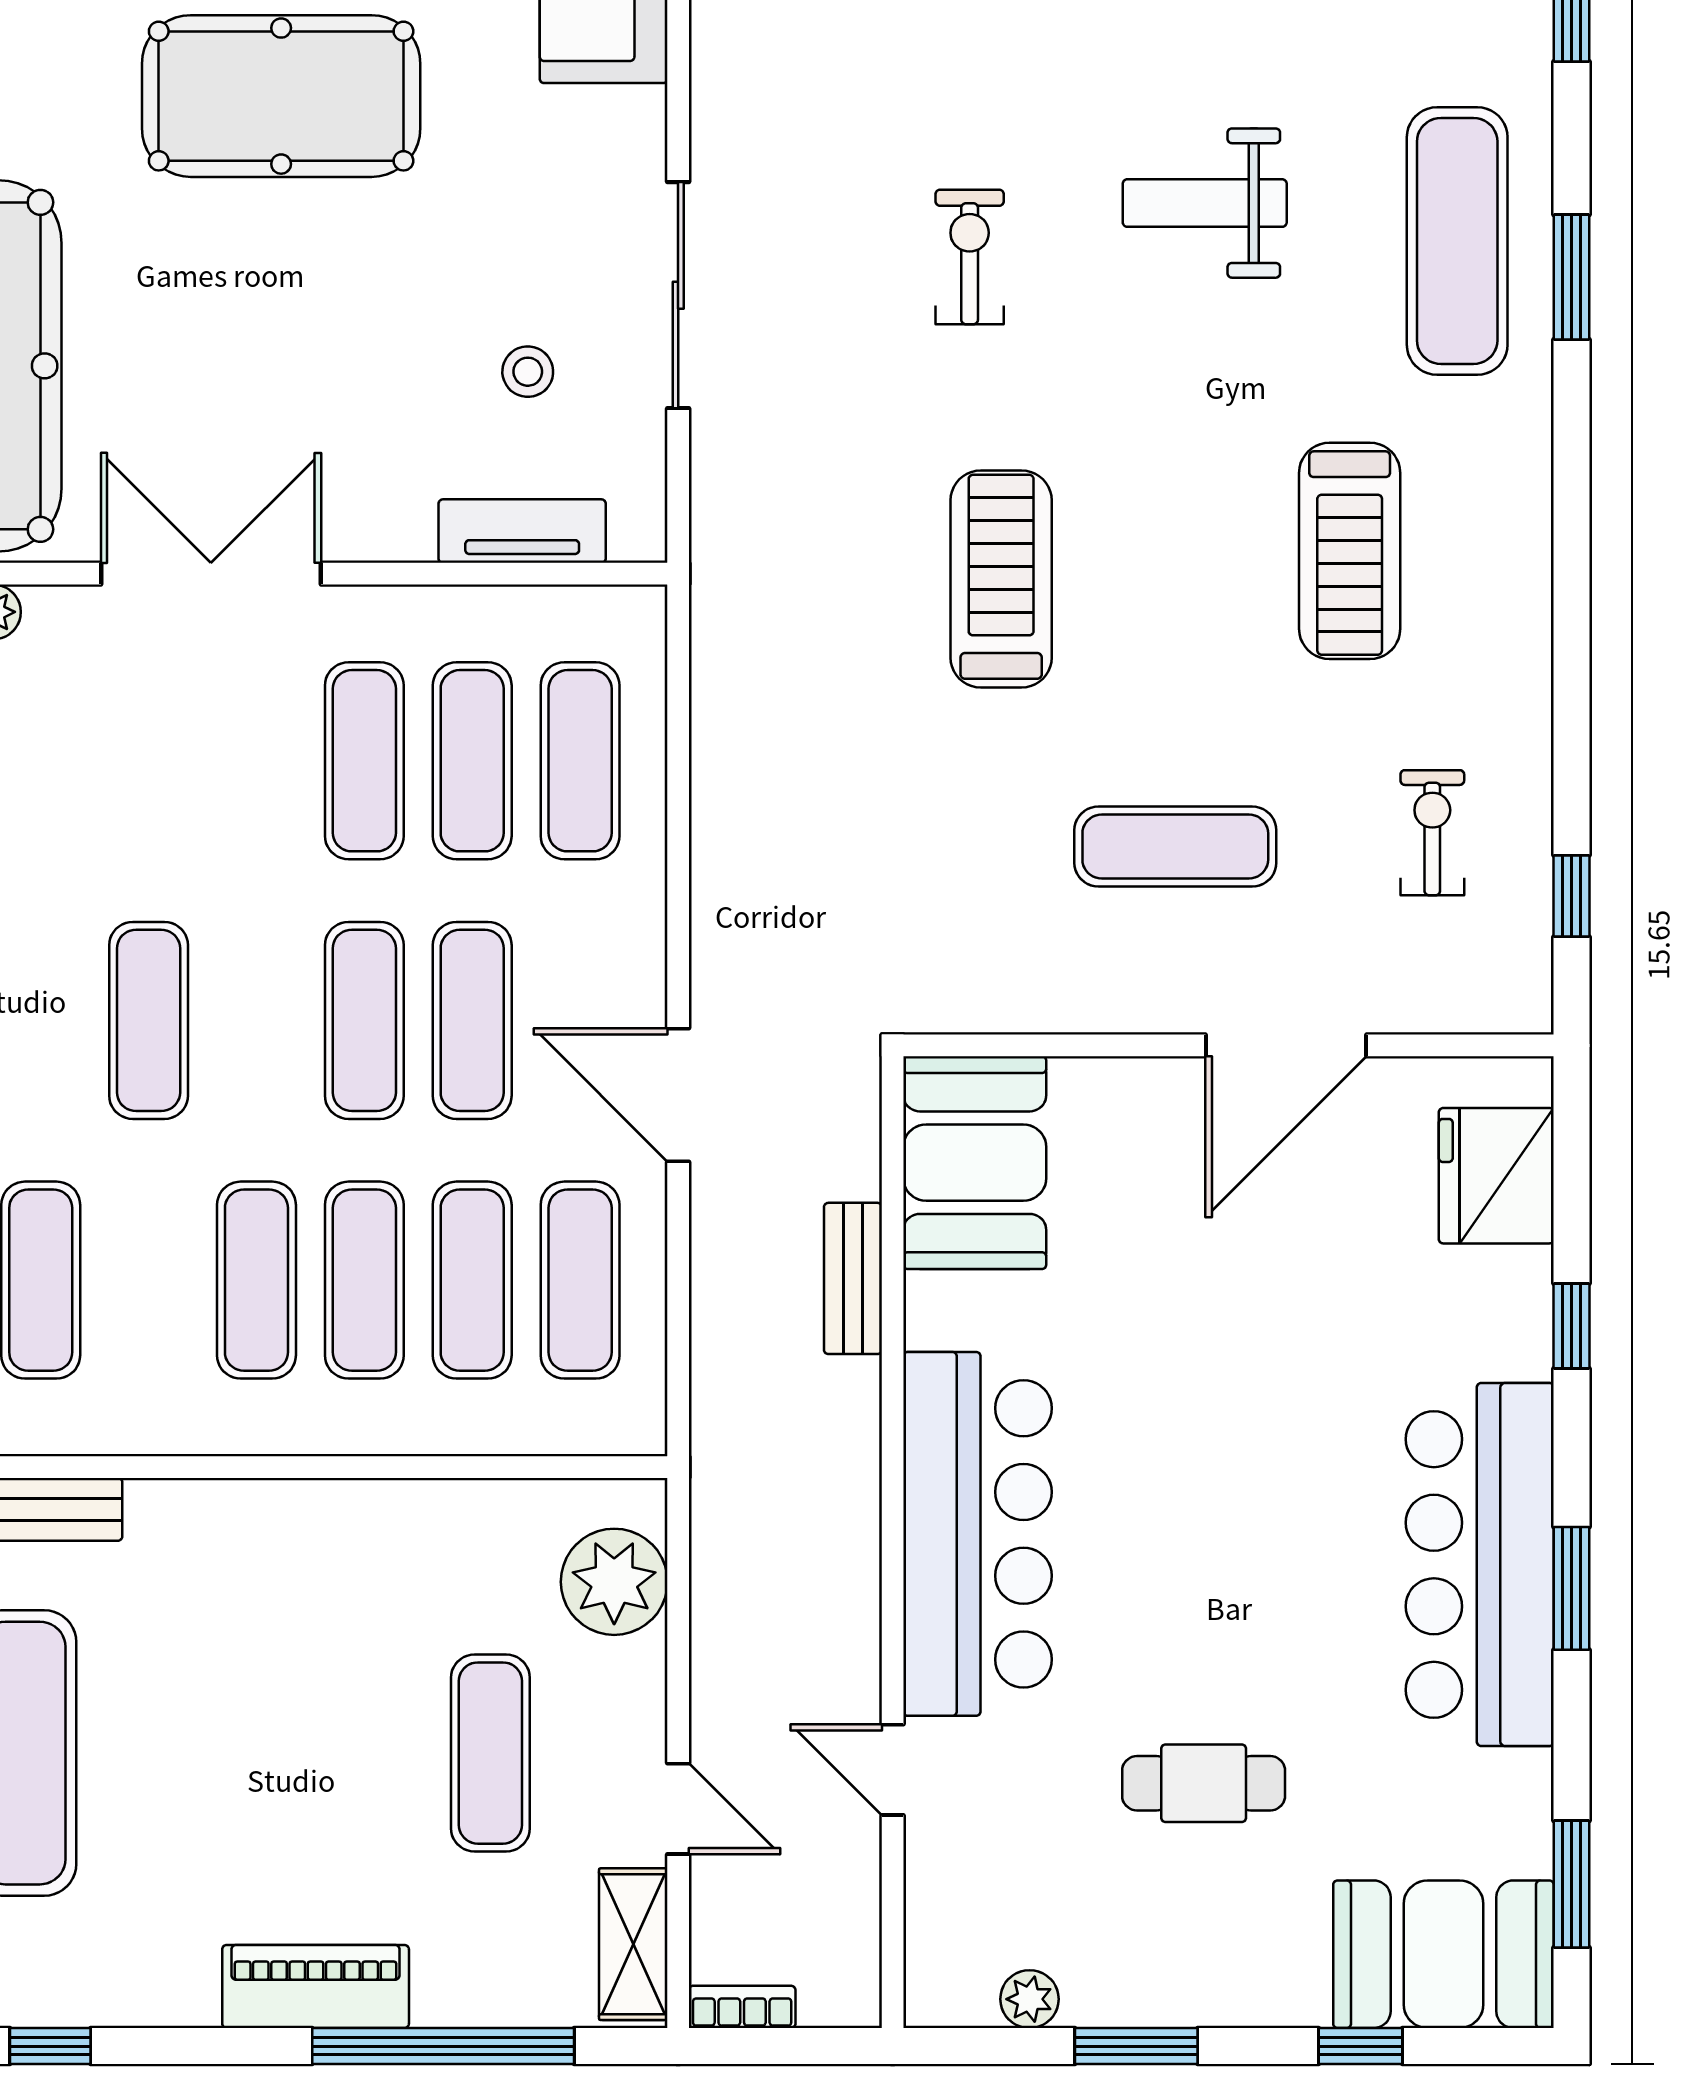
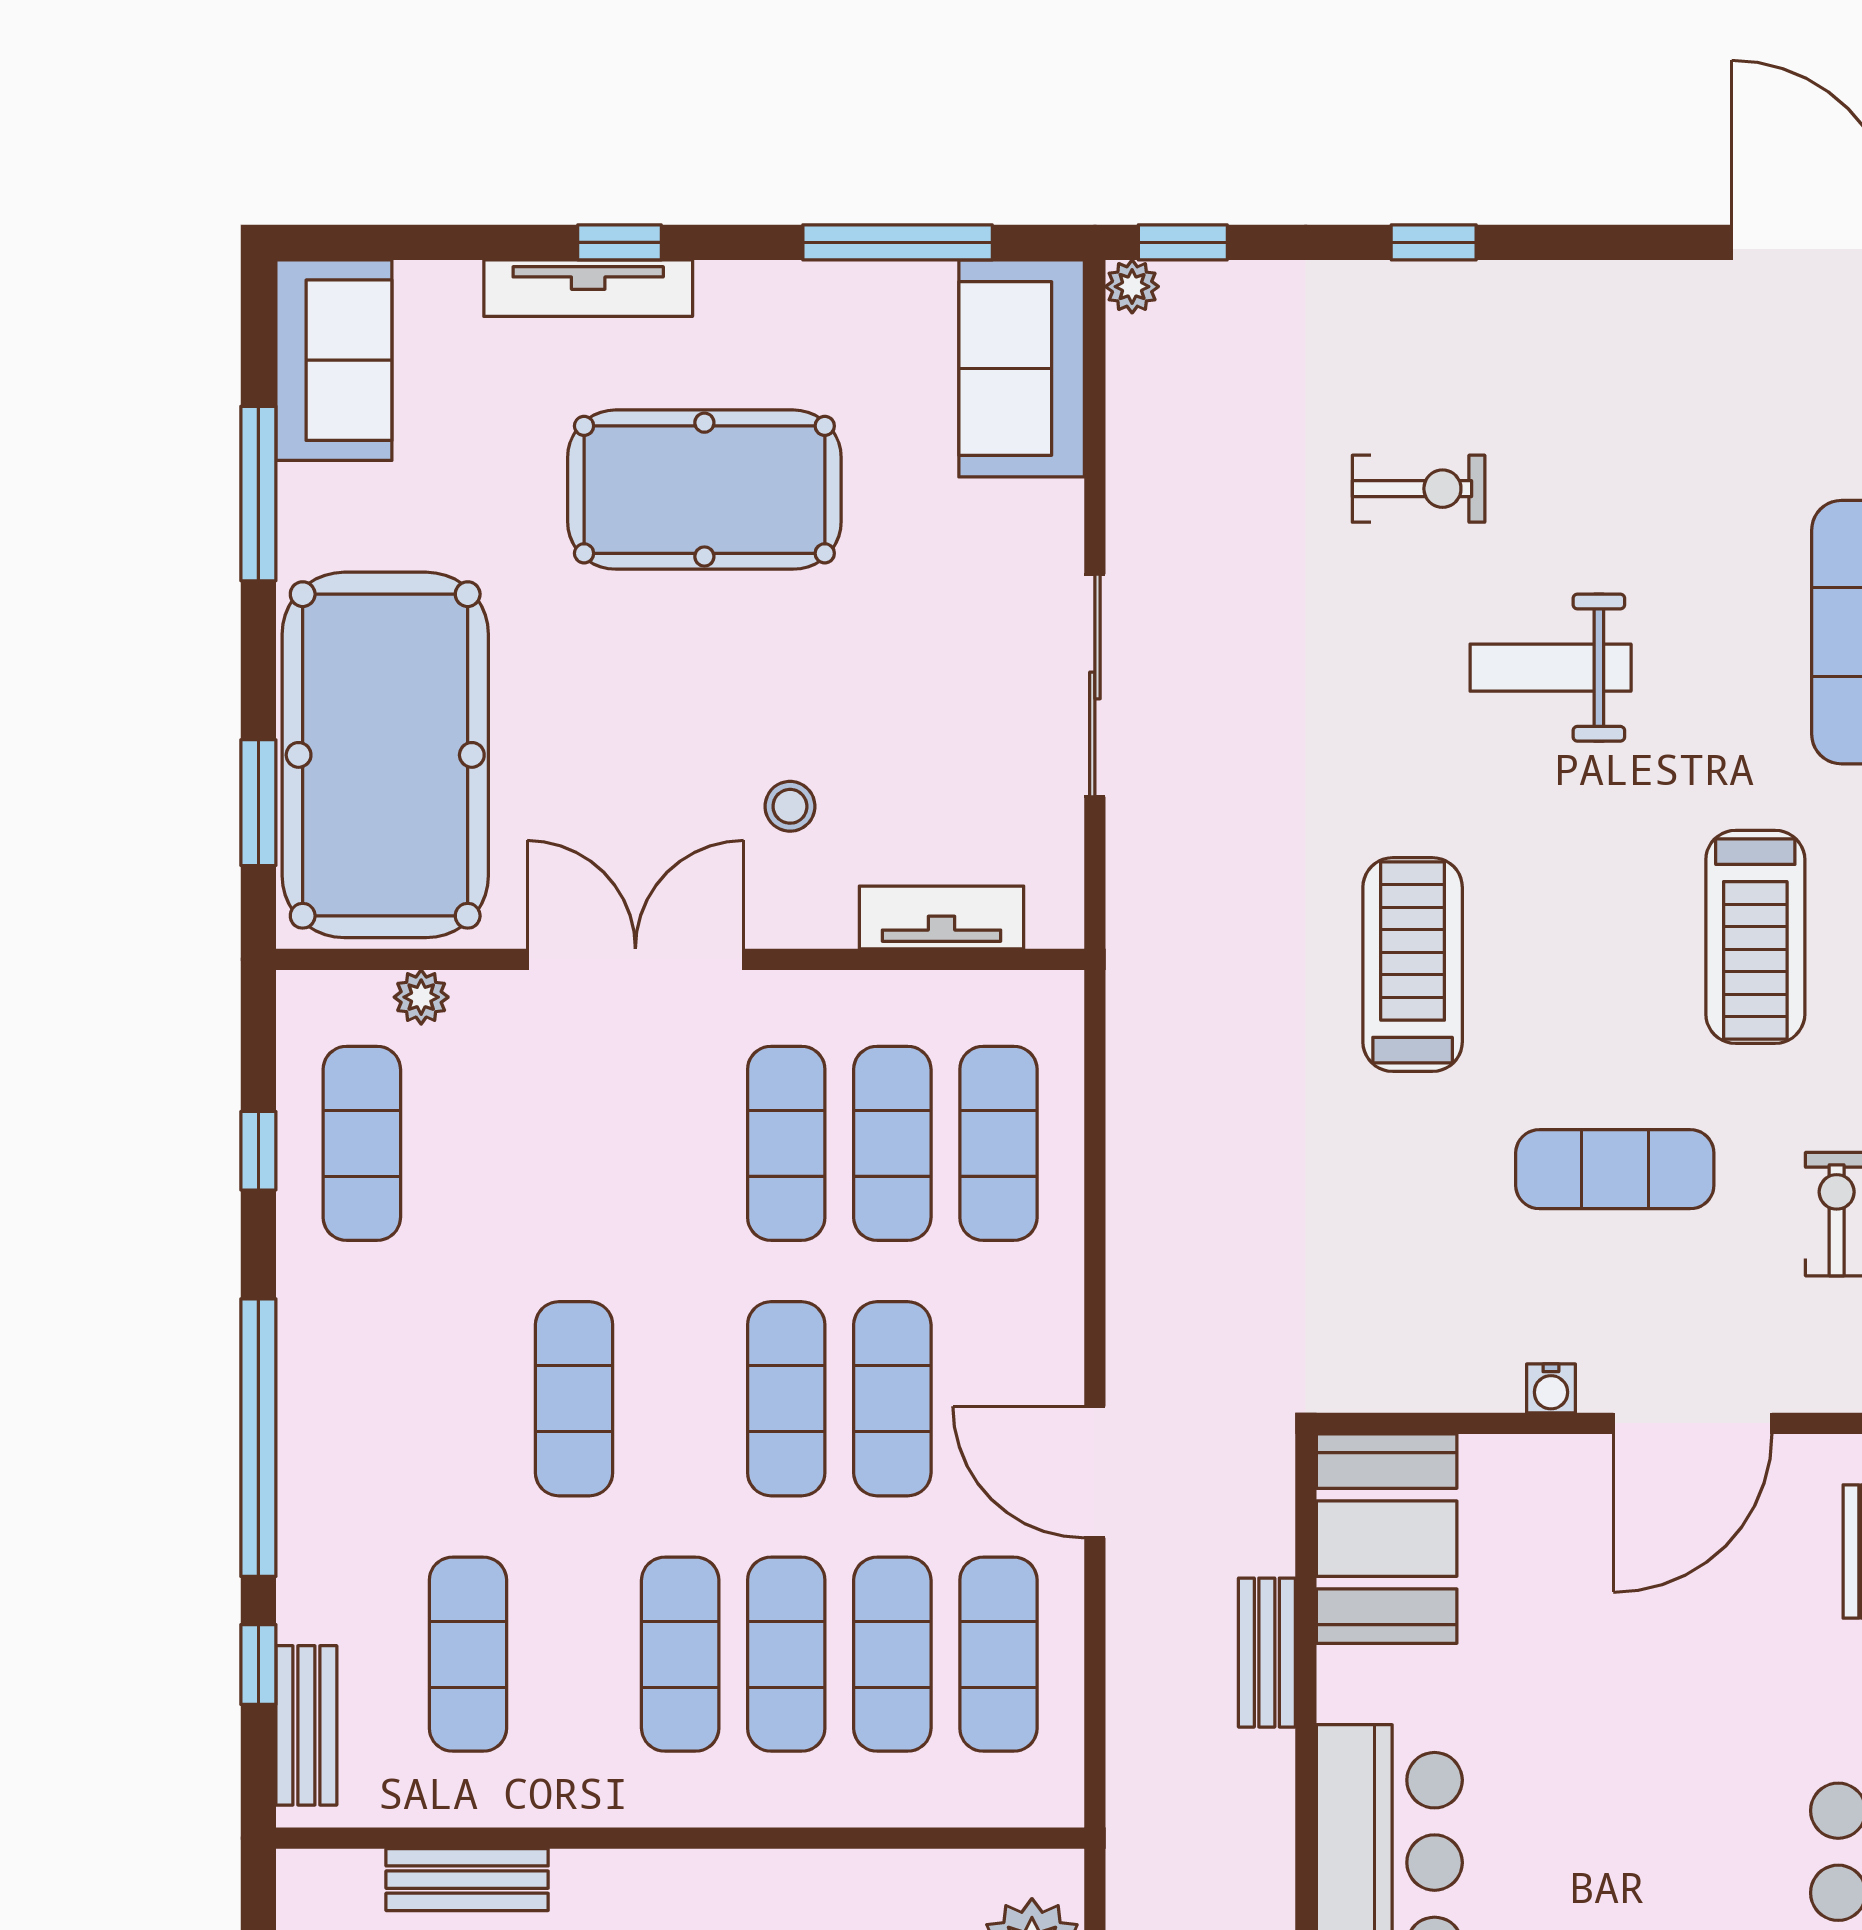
weight bench: (1205, 203) -> (1551, 668), moved
exercise bike: (970, 257) -> (1419, 489), moved, turned 90
stool: (528, 372) -> (790, 806), moved
exercise mat: (1175, 847) -> (1615, 1169), moved
water cooler: (1142, 1010) -> (1551, 1388), added

